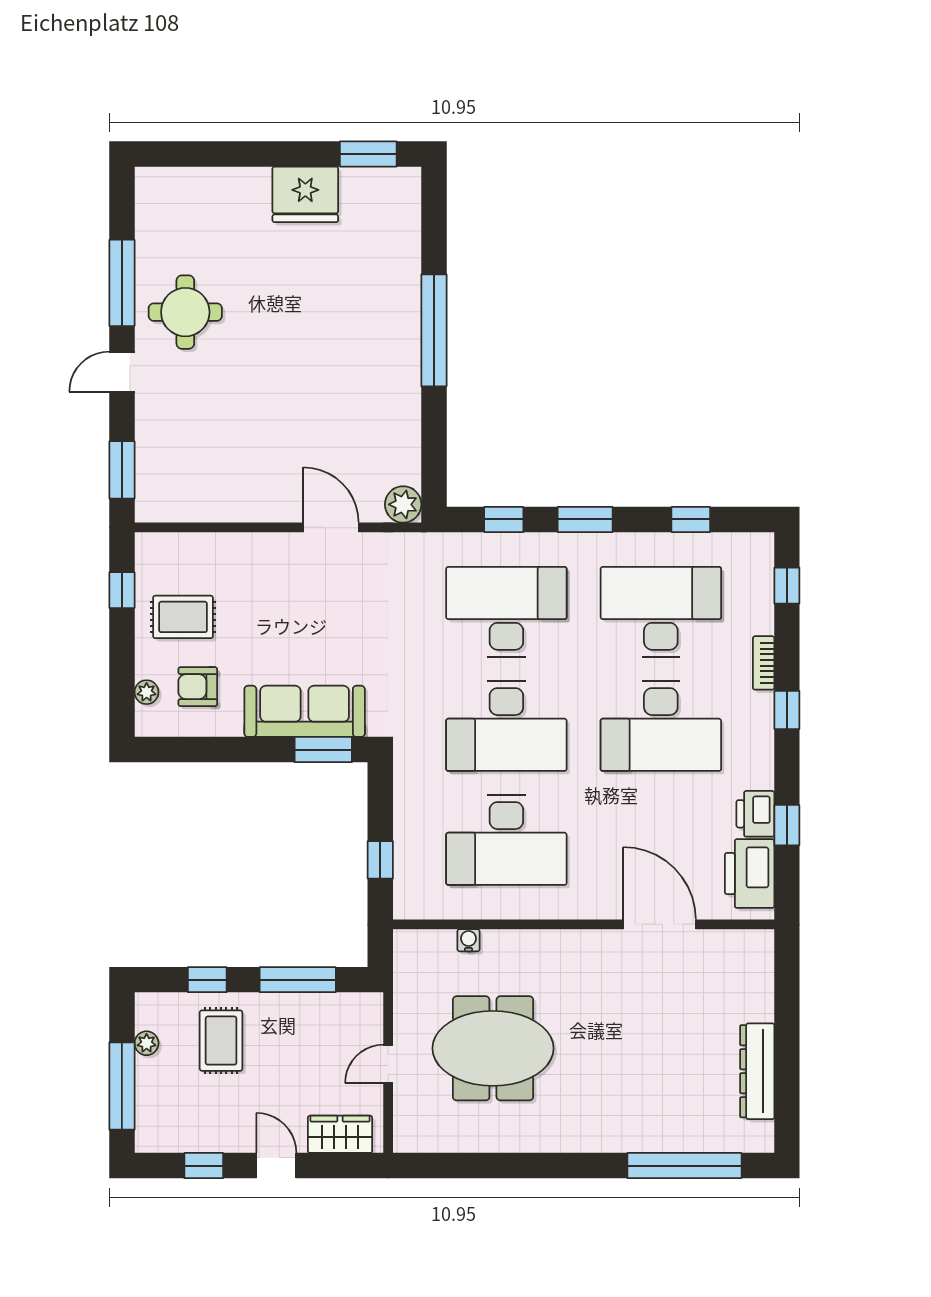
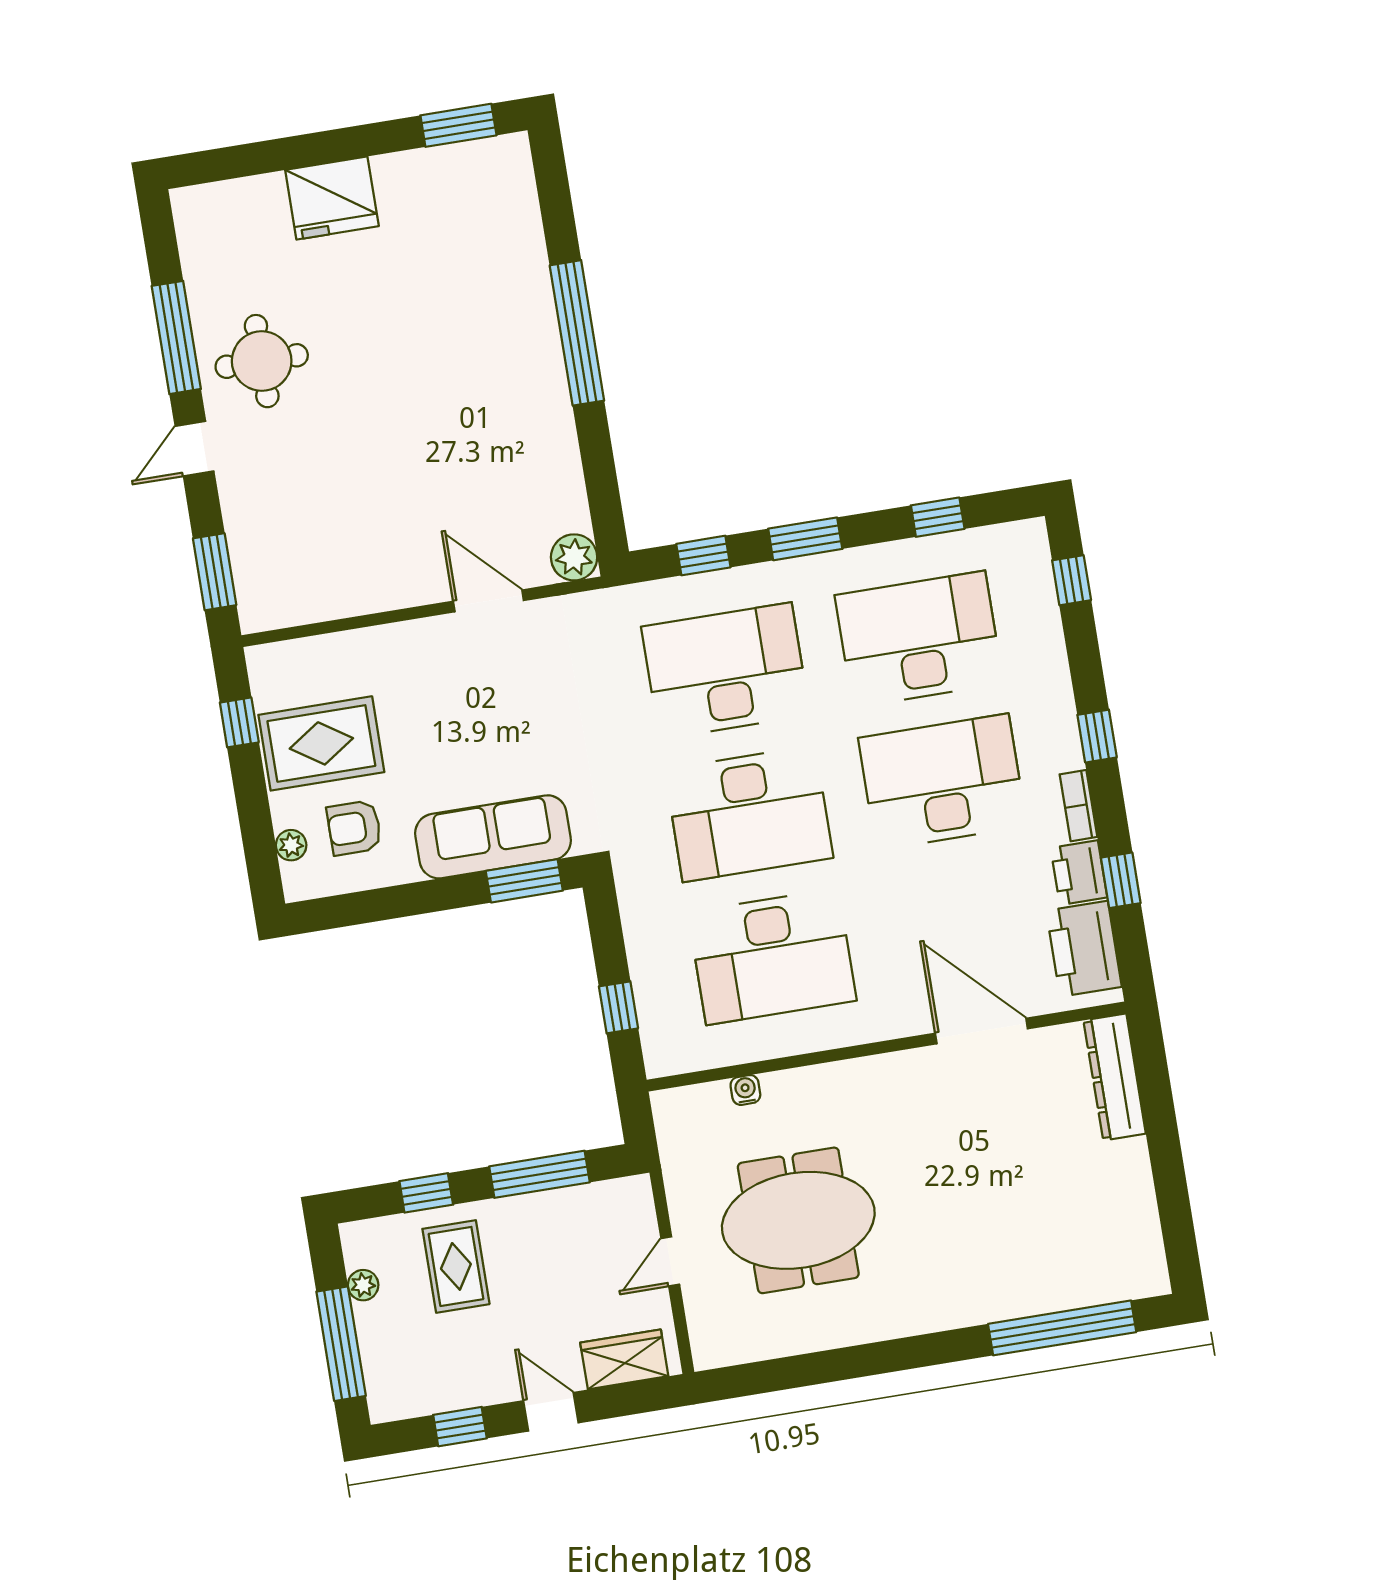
fridge: (305, 194) -> (332, 198), moved
rug: (183, 617) -> (321, 743), width x1.36, depth x1.43
bookcase: (764, 663) -> (1078, 806), moved
desk: (661, 726) -> (942, 782), turned 180
dresser: (757, 1071) -> (1115, 1077), moved

